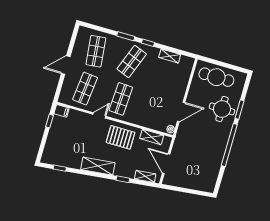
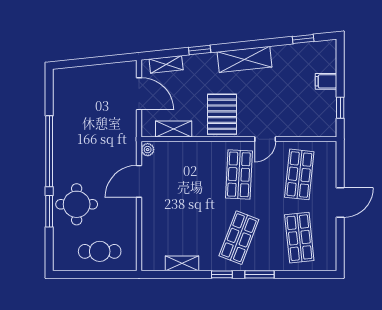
cafe table: (216, 77) -> (100, 251), width x0.73, depth x0.74
filing cabinet: (62, 111) -> (326, 81), moved
pallet: (121, 137) -> (222, 114), turned 90

